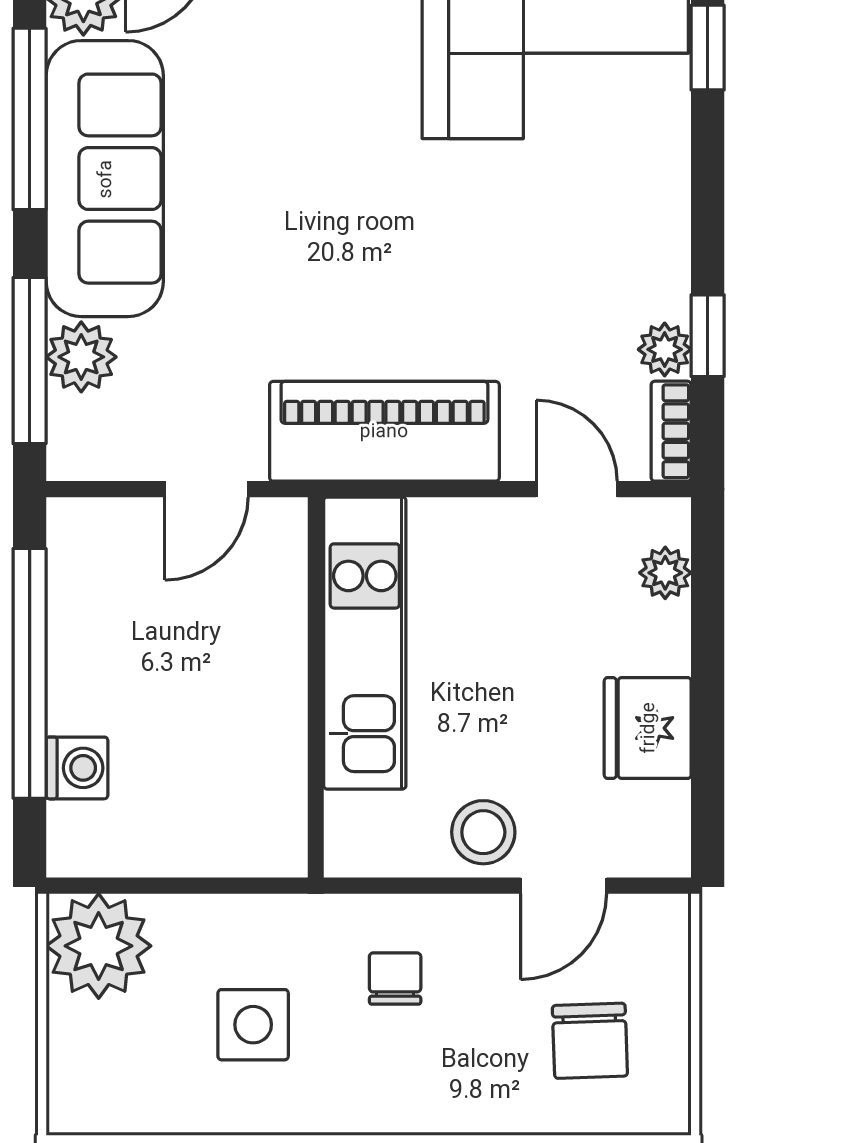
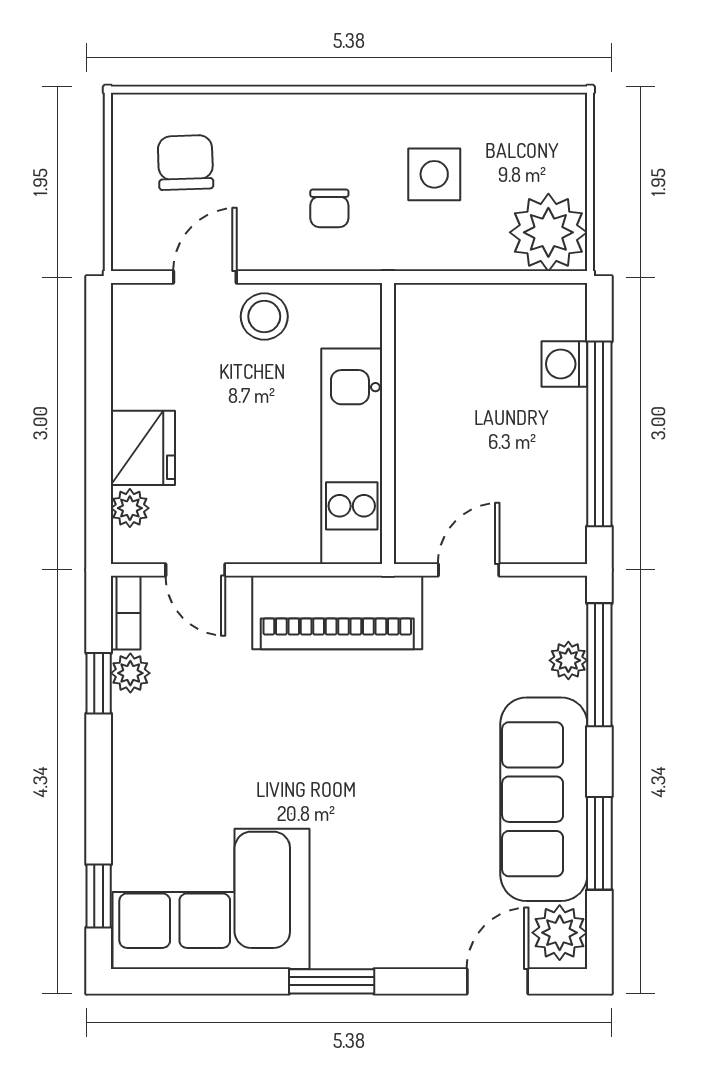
window: (30, 119) -> (599, 843), width x0.69
plant: (81, 357) -> (568, 660), width x0.73, depth x0.73
fridge: (648, 728) -> (143, 448), moved

